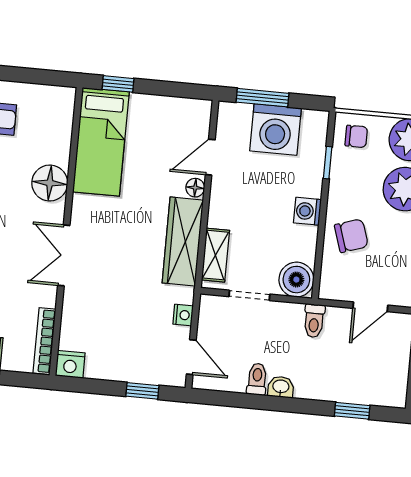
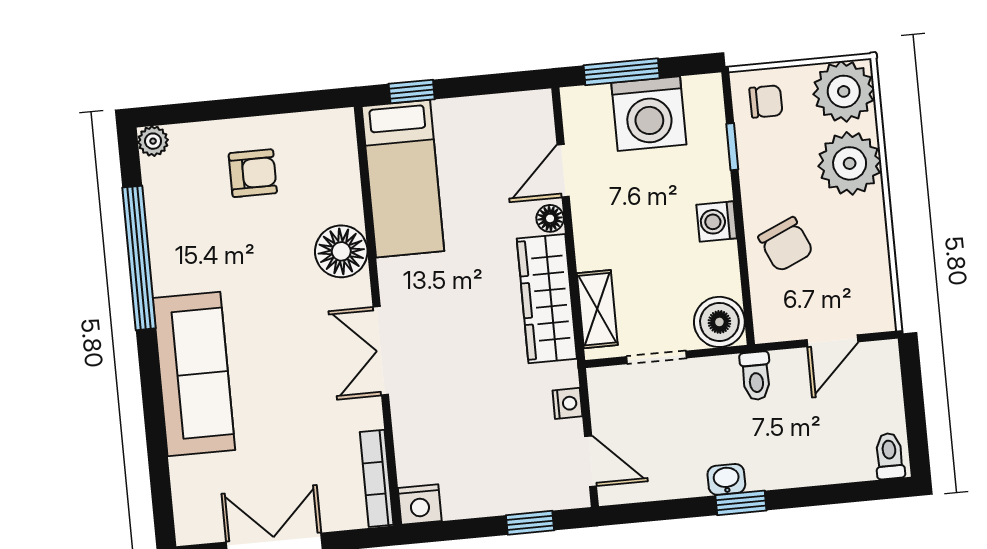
chair: (351, 236) -> (786, 244), turned 84
toilet: (257, 379) -> (890, 456), moved
window: (352, 411) -> (741, 503), moved

